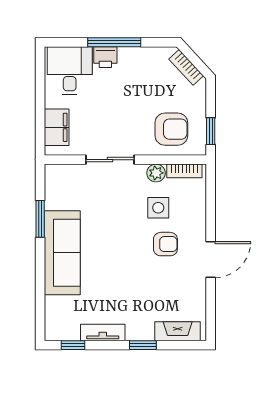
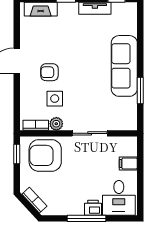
filing cabinet: (57, 127) -> (128, 163), width x0.50
armchair: (171, 129) -> (45, 155), width x1.36, depth x1.36

